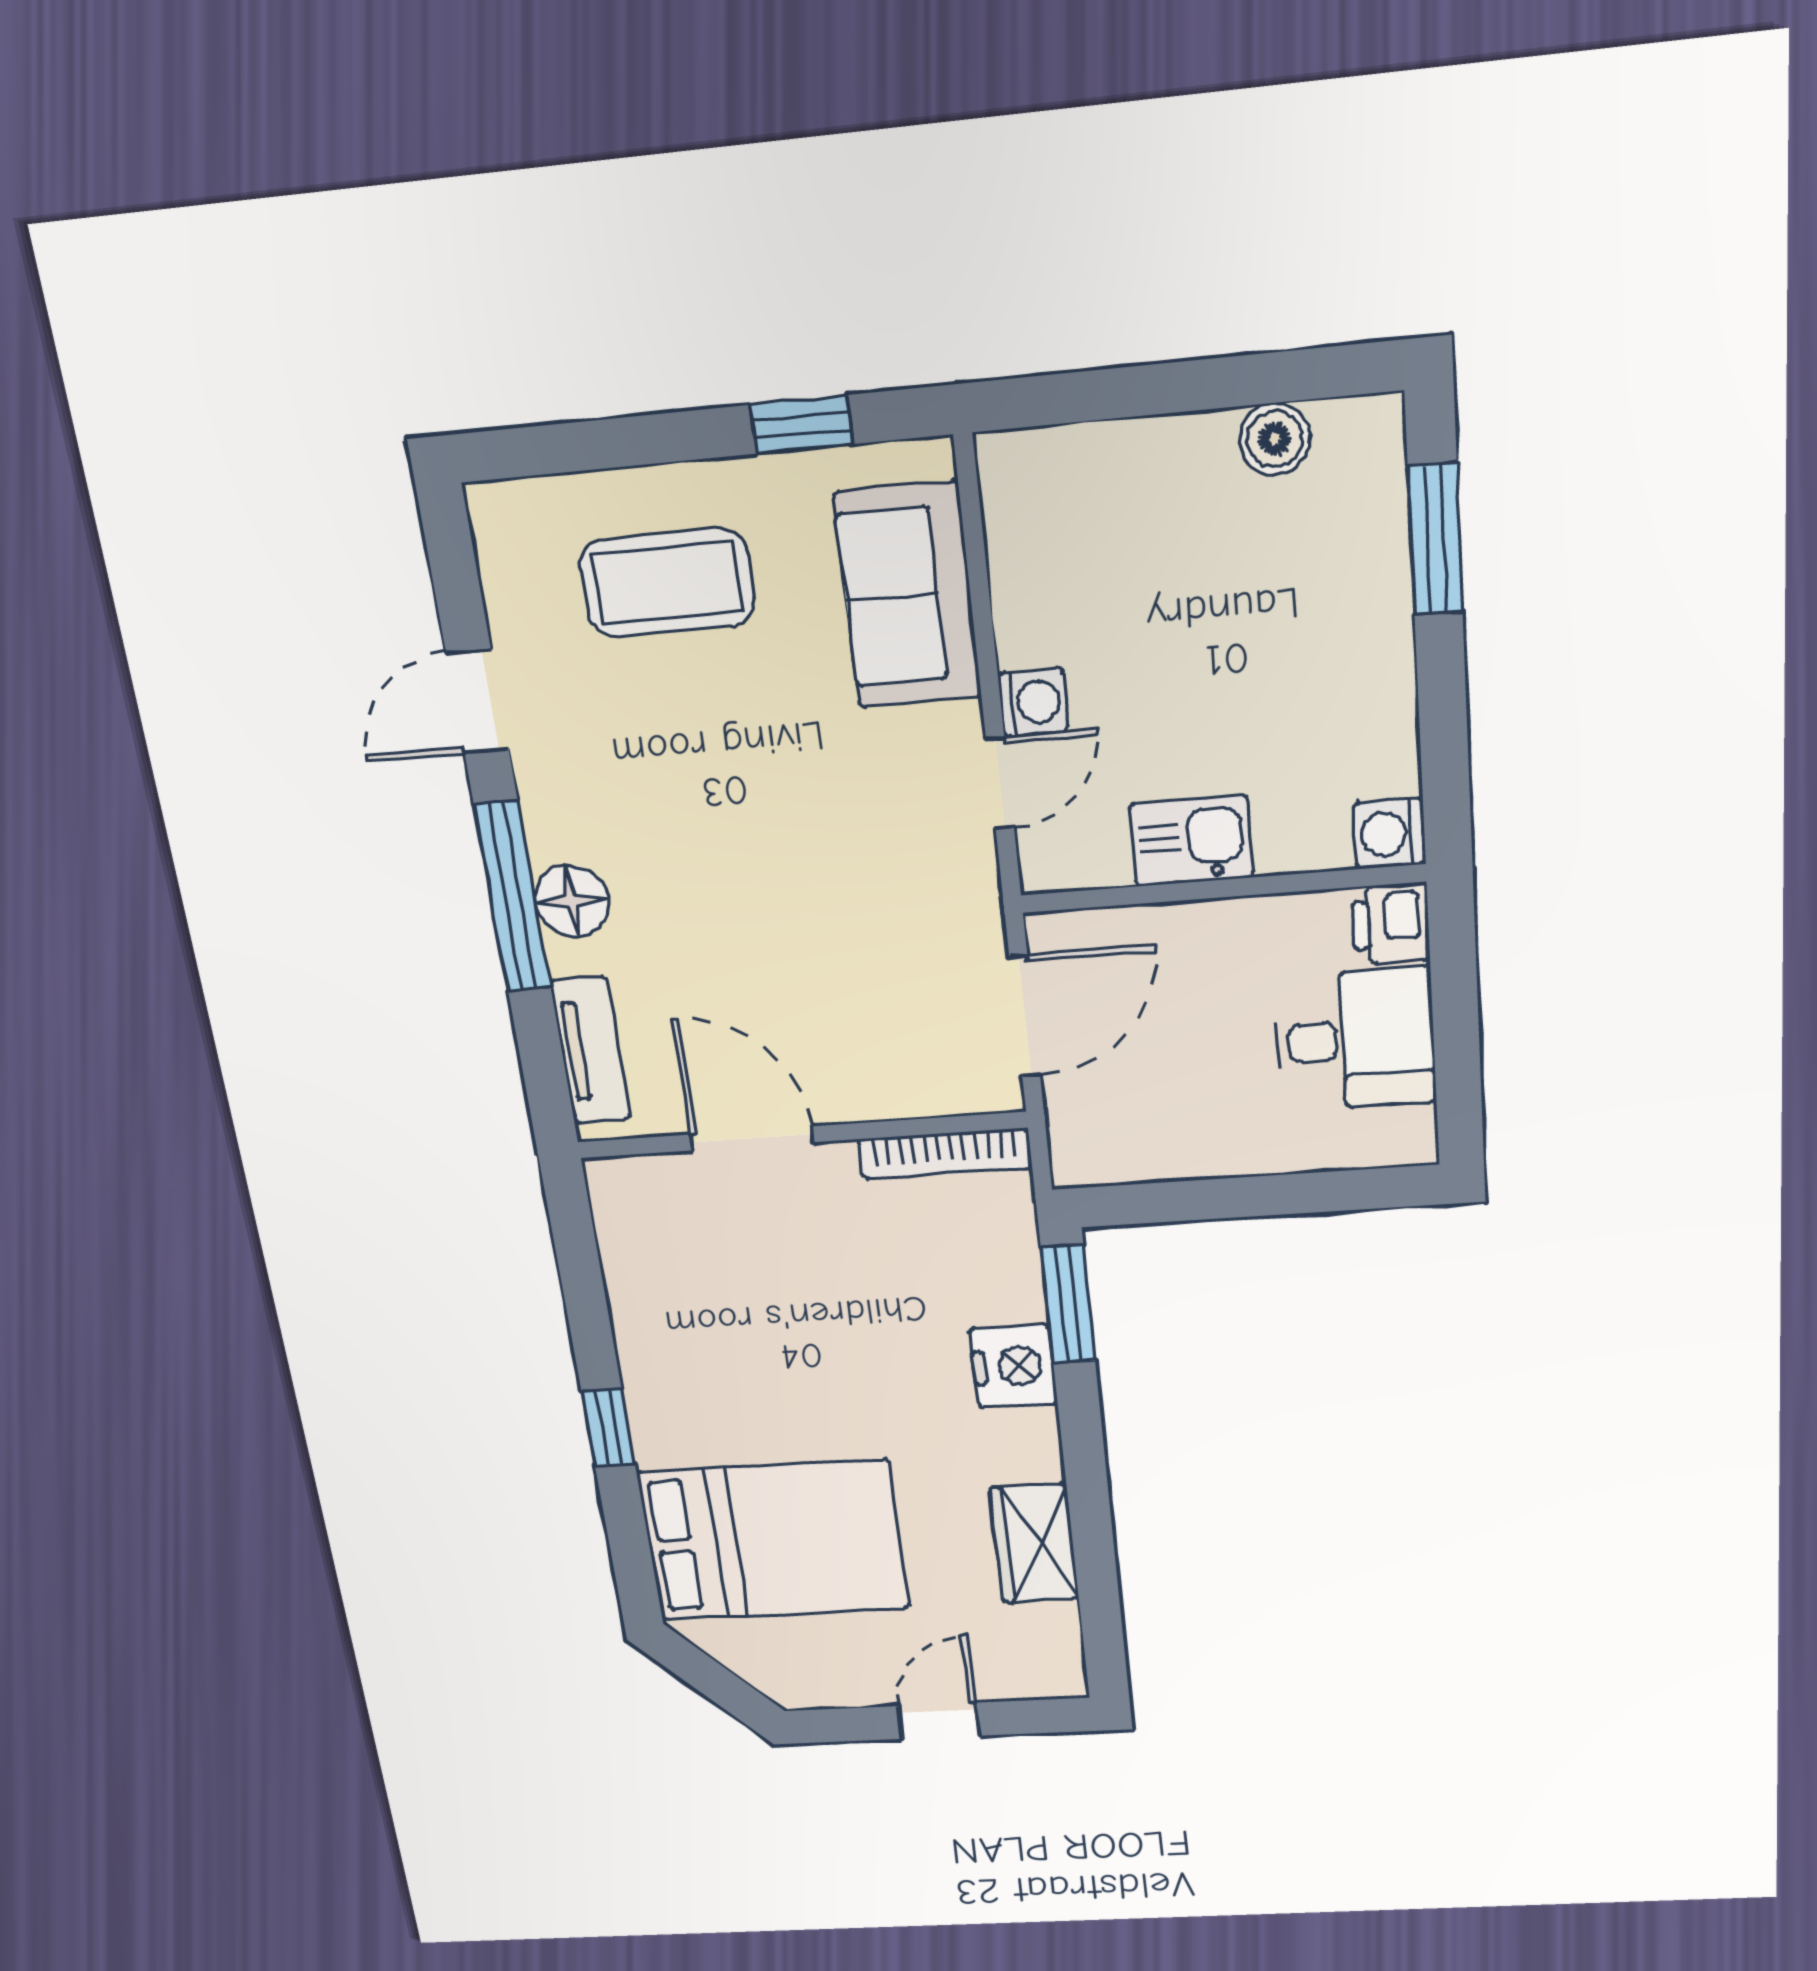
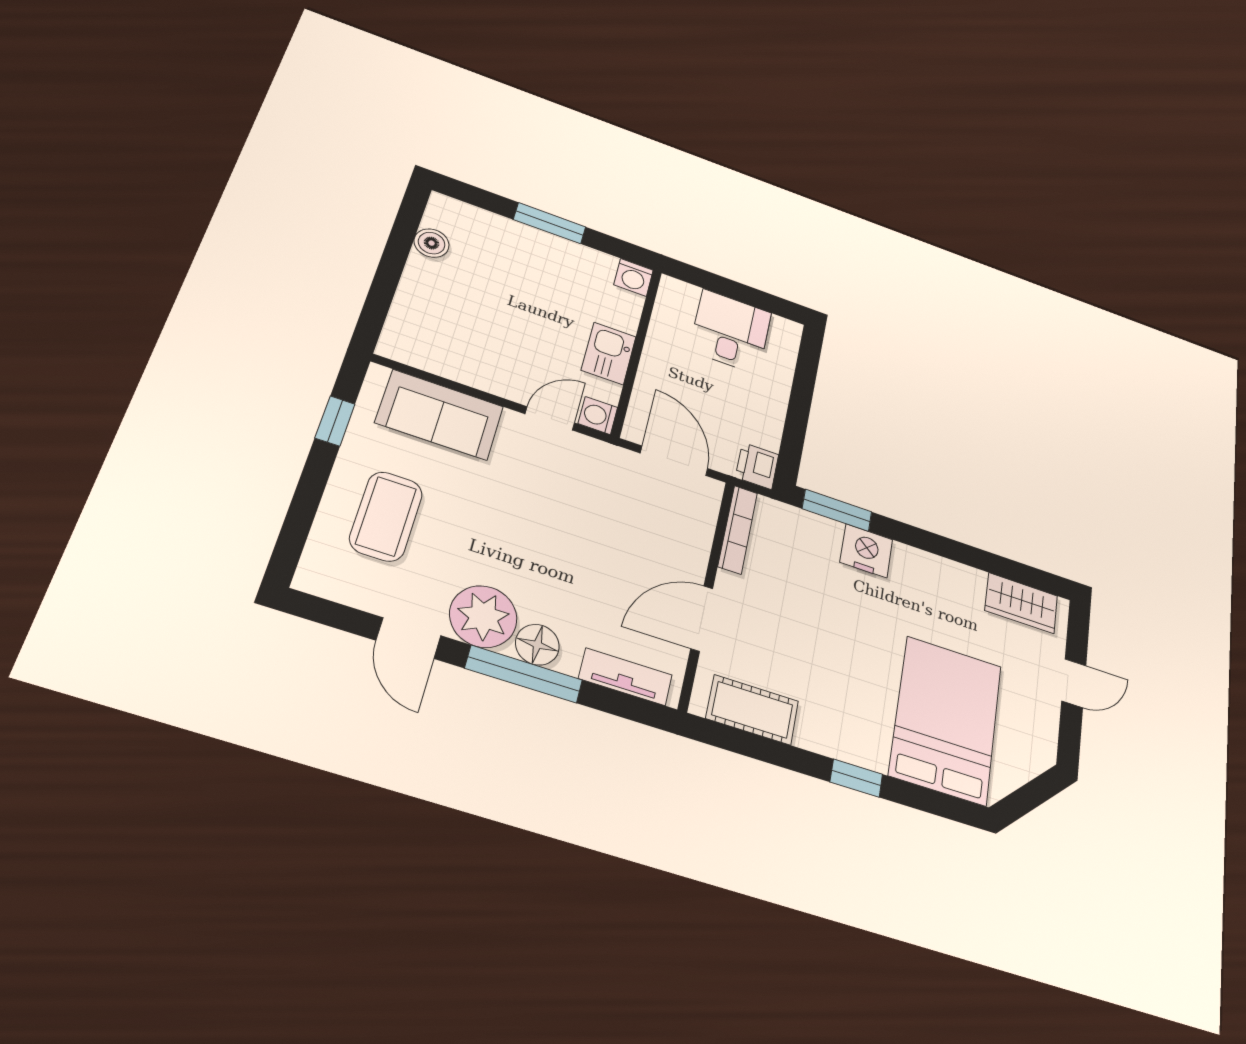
window: (1435, 540) -> (550, 223), moved
washing machine: (1033, 702) -> (598, 415), moved, turned -90
door: (1000, 784) -> (550, 418), hinge flipped
plant: (575, 802) -> (483, 617), added
printer: (1391, 924) -> (757, 466), moved, turned 90
cot: (637, 1253) -> (752, 710), added
wardrobe: (1034, 1543) -> (1021, 603), moved
door: (939, 1721) -> (1074, 683), swing flipped

